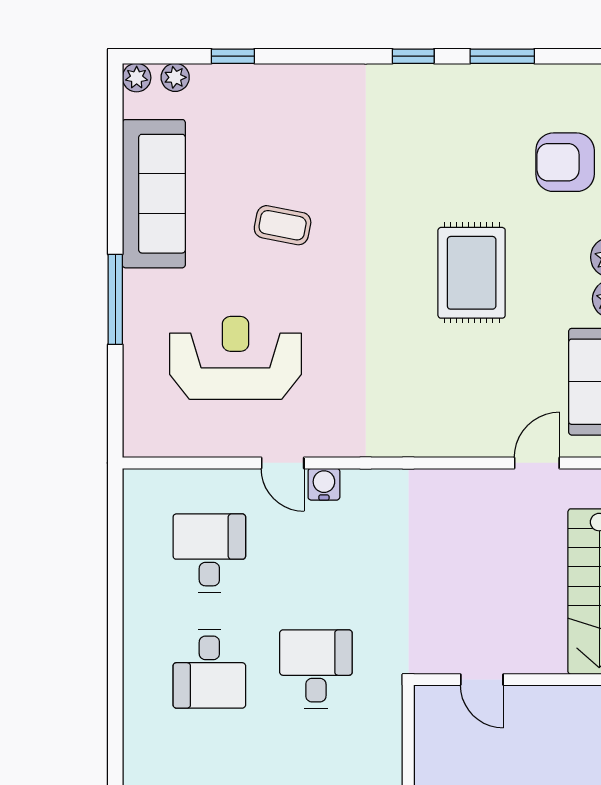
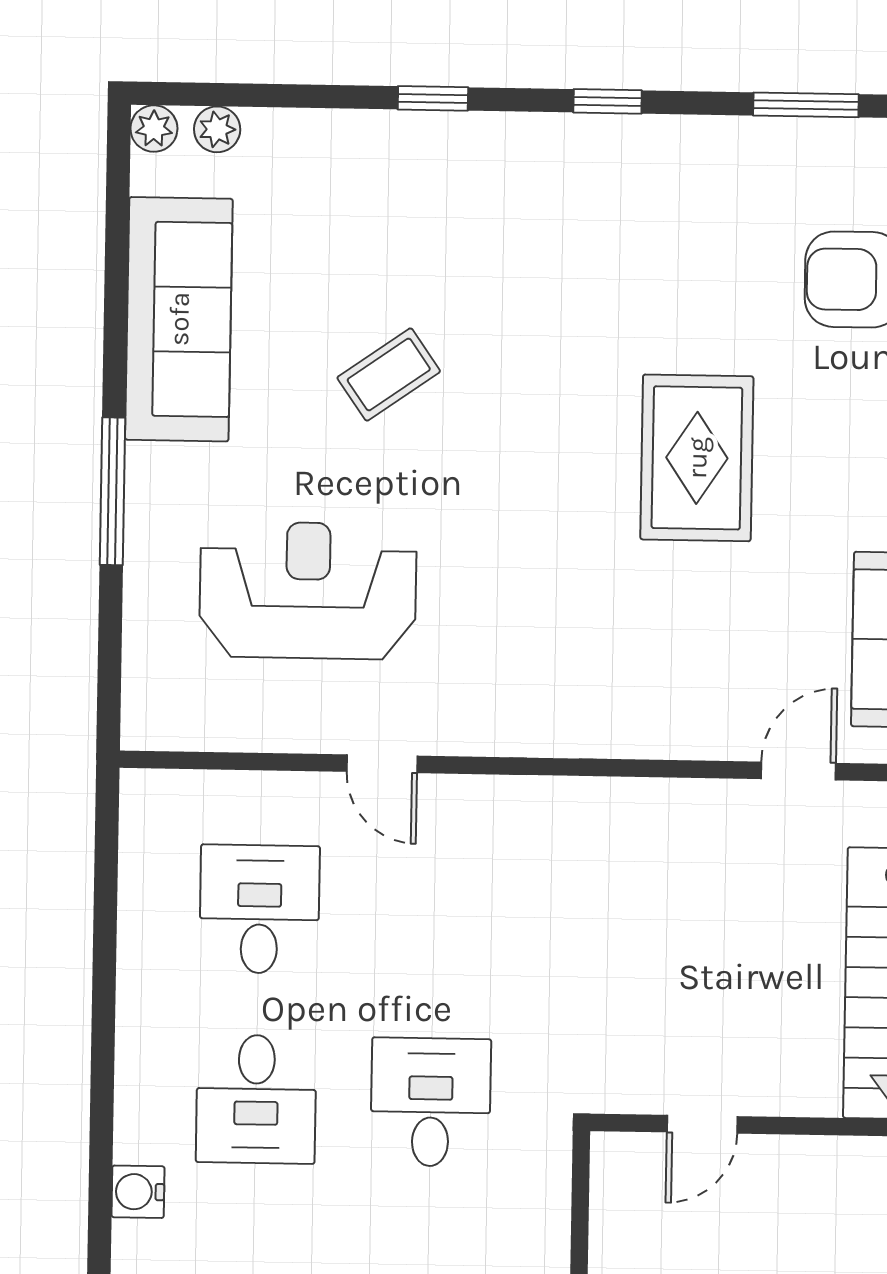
window: (233, 56) -> (433, 98), moved
window: (502, 56) -> (806, 105), moved
coffee table: (283, 225) -> (389, 375), turned -46
water cooler: (324, 484) -> (138, 1192), moved, turned -90
door: (482, 680) -> (702, 1124), hinge flipped

